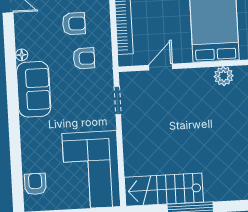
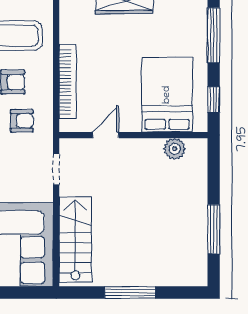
stairs: (164, 190) -> (75, 240), moved, turned 90

